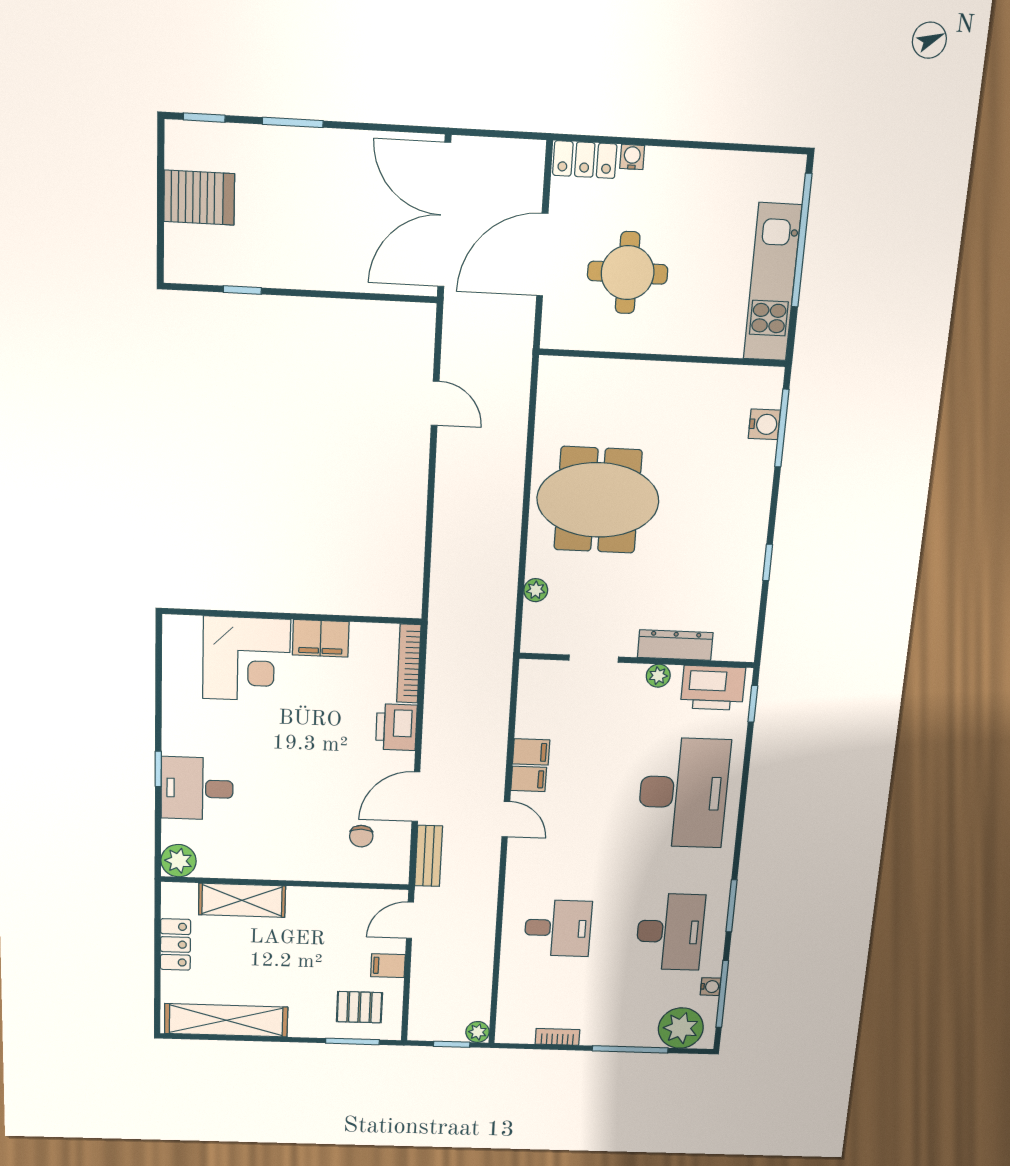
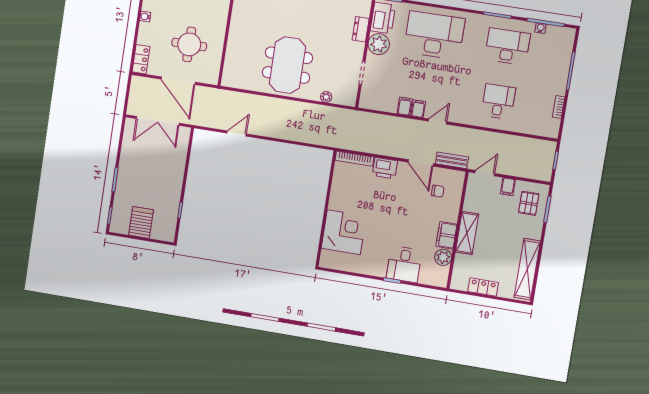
water cooler: (632, 157) -> (145, 17), moved
double door: (444, 215) -> (158, 121), width x0.73
filing cabinet: (321, 638) -> (446, 235), moved, turned 180
dresser: (675, 645) -> (361, 29), width x0.70
plant: (658, 676) -> (379, 44), width x1.88, depth x1.88
plant: (178, 861) -> (443, 257), moved
shelving: (242, 900) -> (467, 233), moved
door: (410, 920) -> (485, 173), swing flipped
plant: (681, 1028) -> (562, 44), removed
plant: (478, 1032) -> (550, 147), removed

